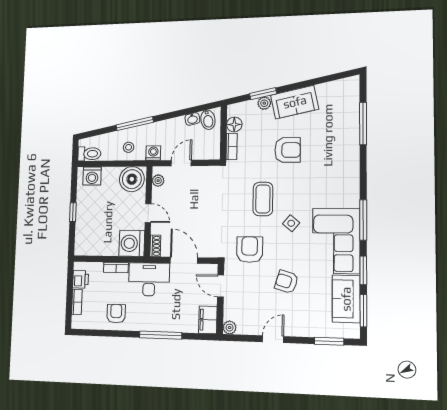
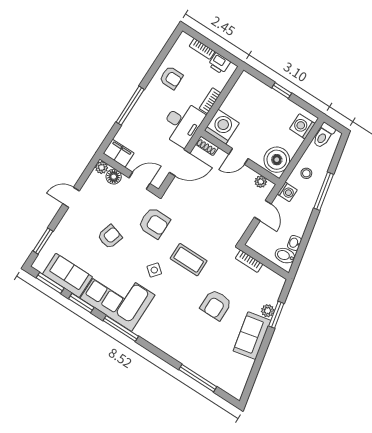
floor lamp: (234, 124) -> (114, 177), moved
door: (273, 339) -> (71, 197), swing flipped

